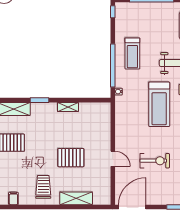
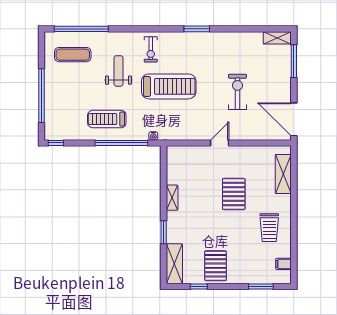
treadmill: (132, 53) -> (107, 119), turned 180
door: (113, 159) -> (220, 143), moved
trolley: (43, 187) -> (269, 228), turned -90
shelving: (76, 198) -> (283, 174), moved

